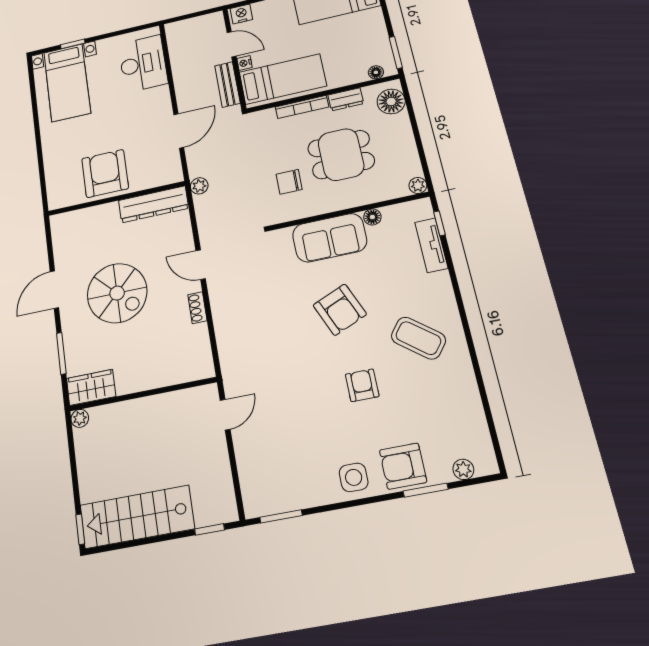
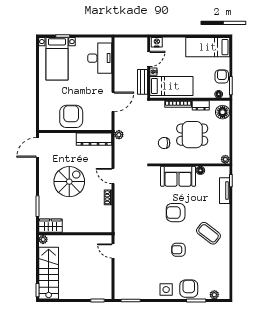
armchair: (374, 41) -> (222, 76), added
door: (232, 44) -> (149, 59), hinge flipped
door: (54, 290) -> (37, 147), moved
spiral stairs: (117, 293) -> (69, 182), turned -90
armchair: (340, 310) -> (176, 213), turned 113
armchair: (362, 385) -> (178, 250), turned -90
door: (225, 415) -> (113, 251), swing flipped
armchair: (403, 466) -> (189, 289), turned 90
stairs: (137, 517) -> (49, 273), moved, turned 90

